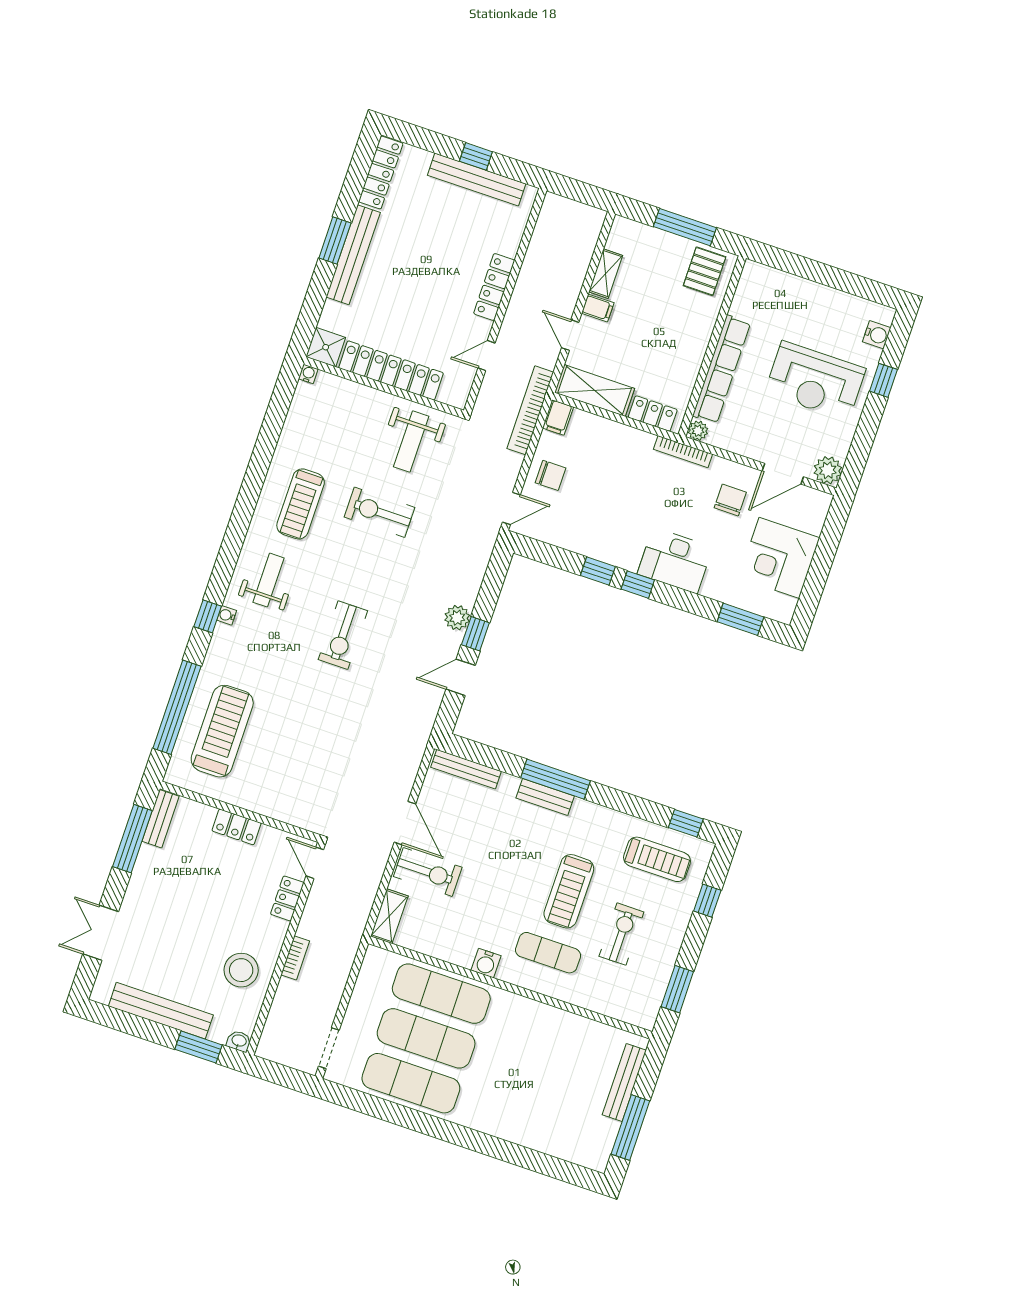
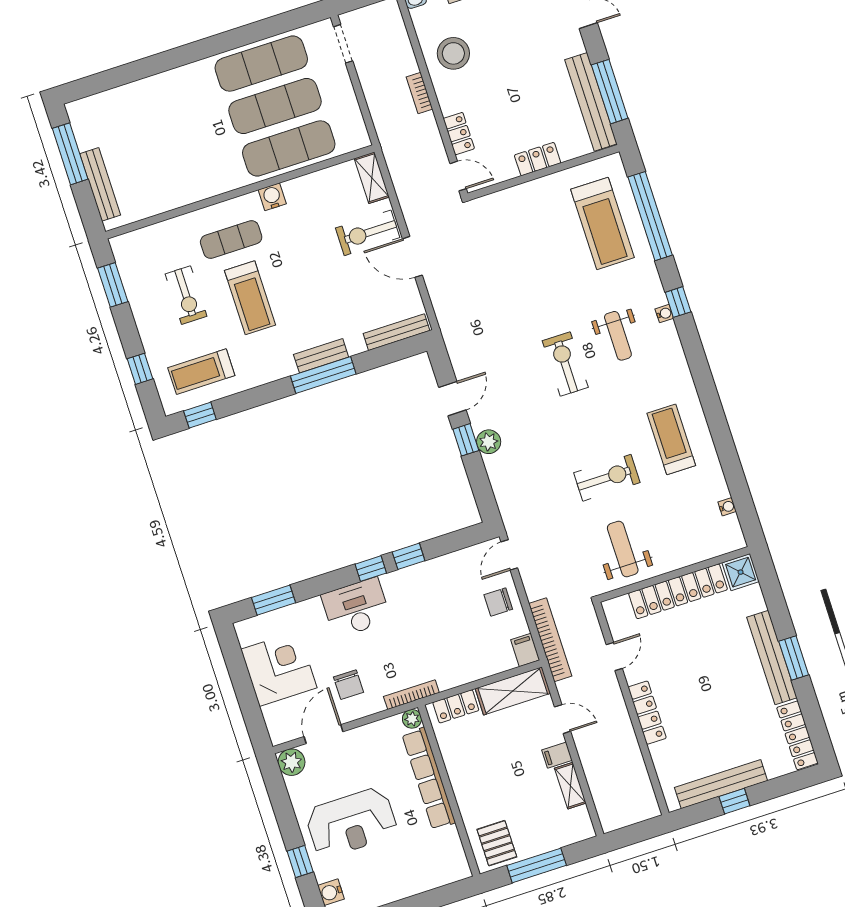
water cooler: (308, 374) -> (727, 507), moved, turned -90
reception desk: (815, 381) -> (351, 823), turned 180
weight bench: (268, 580) -> (618, 336), moved
bench: (160, 819) -> (591, 102), width x1.86, depth x1.21
treadmill: (569, 891) -> (250, 298), turned 180

